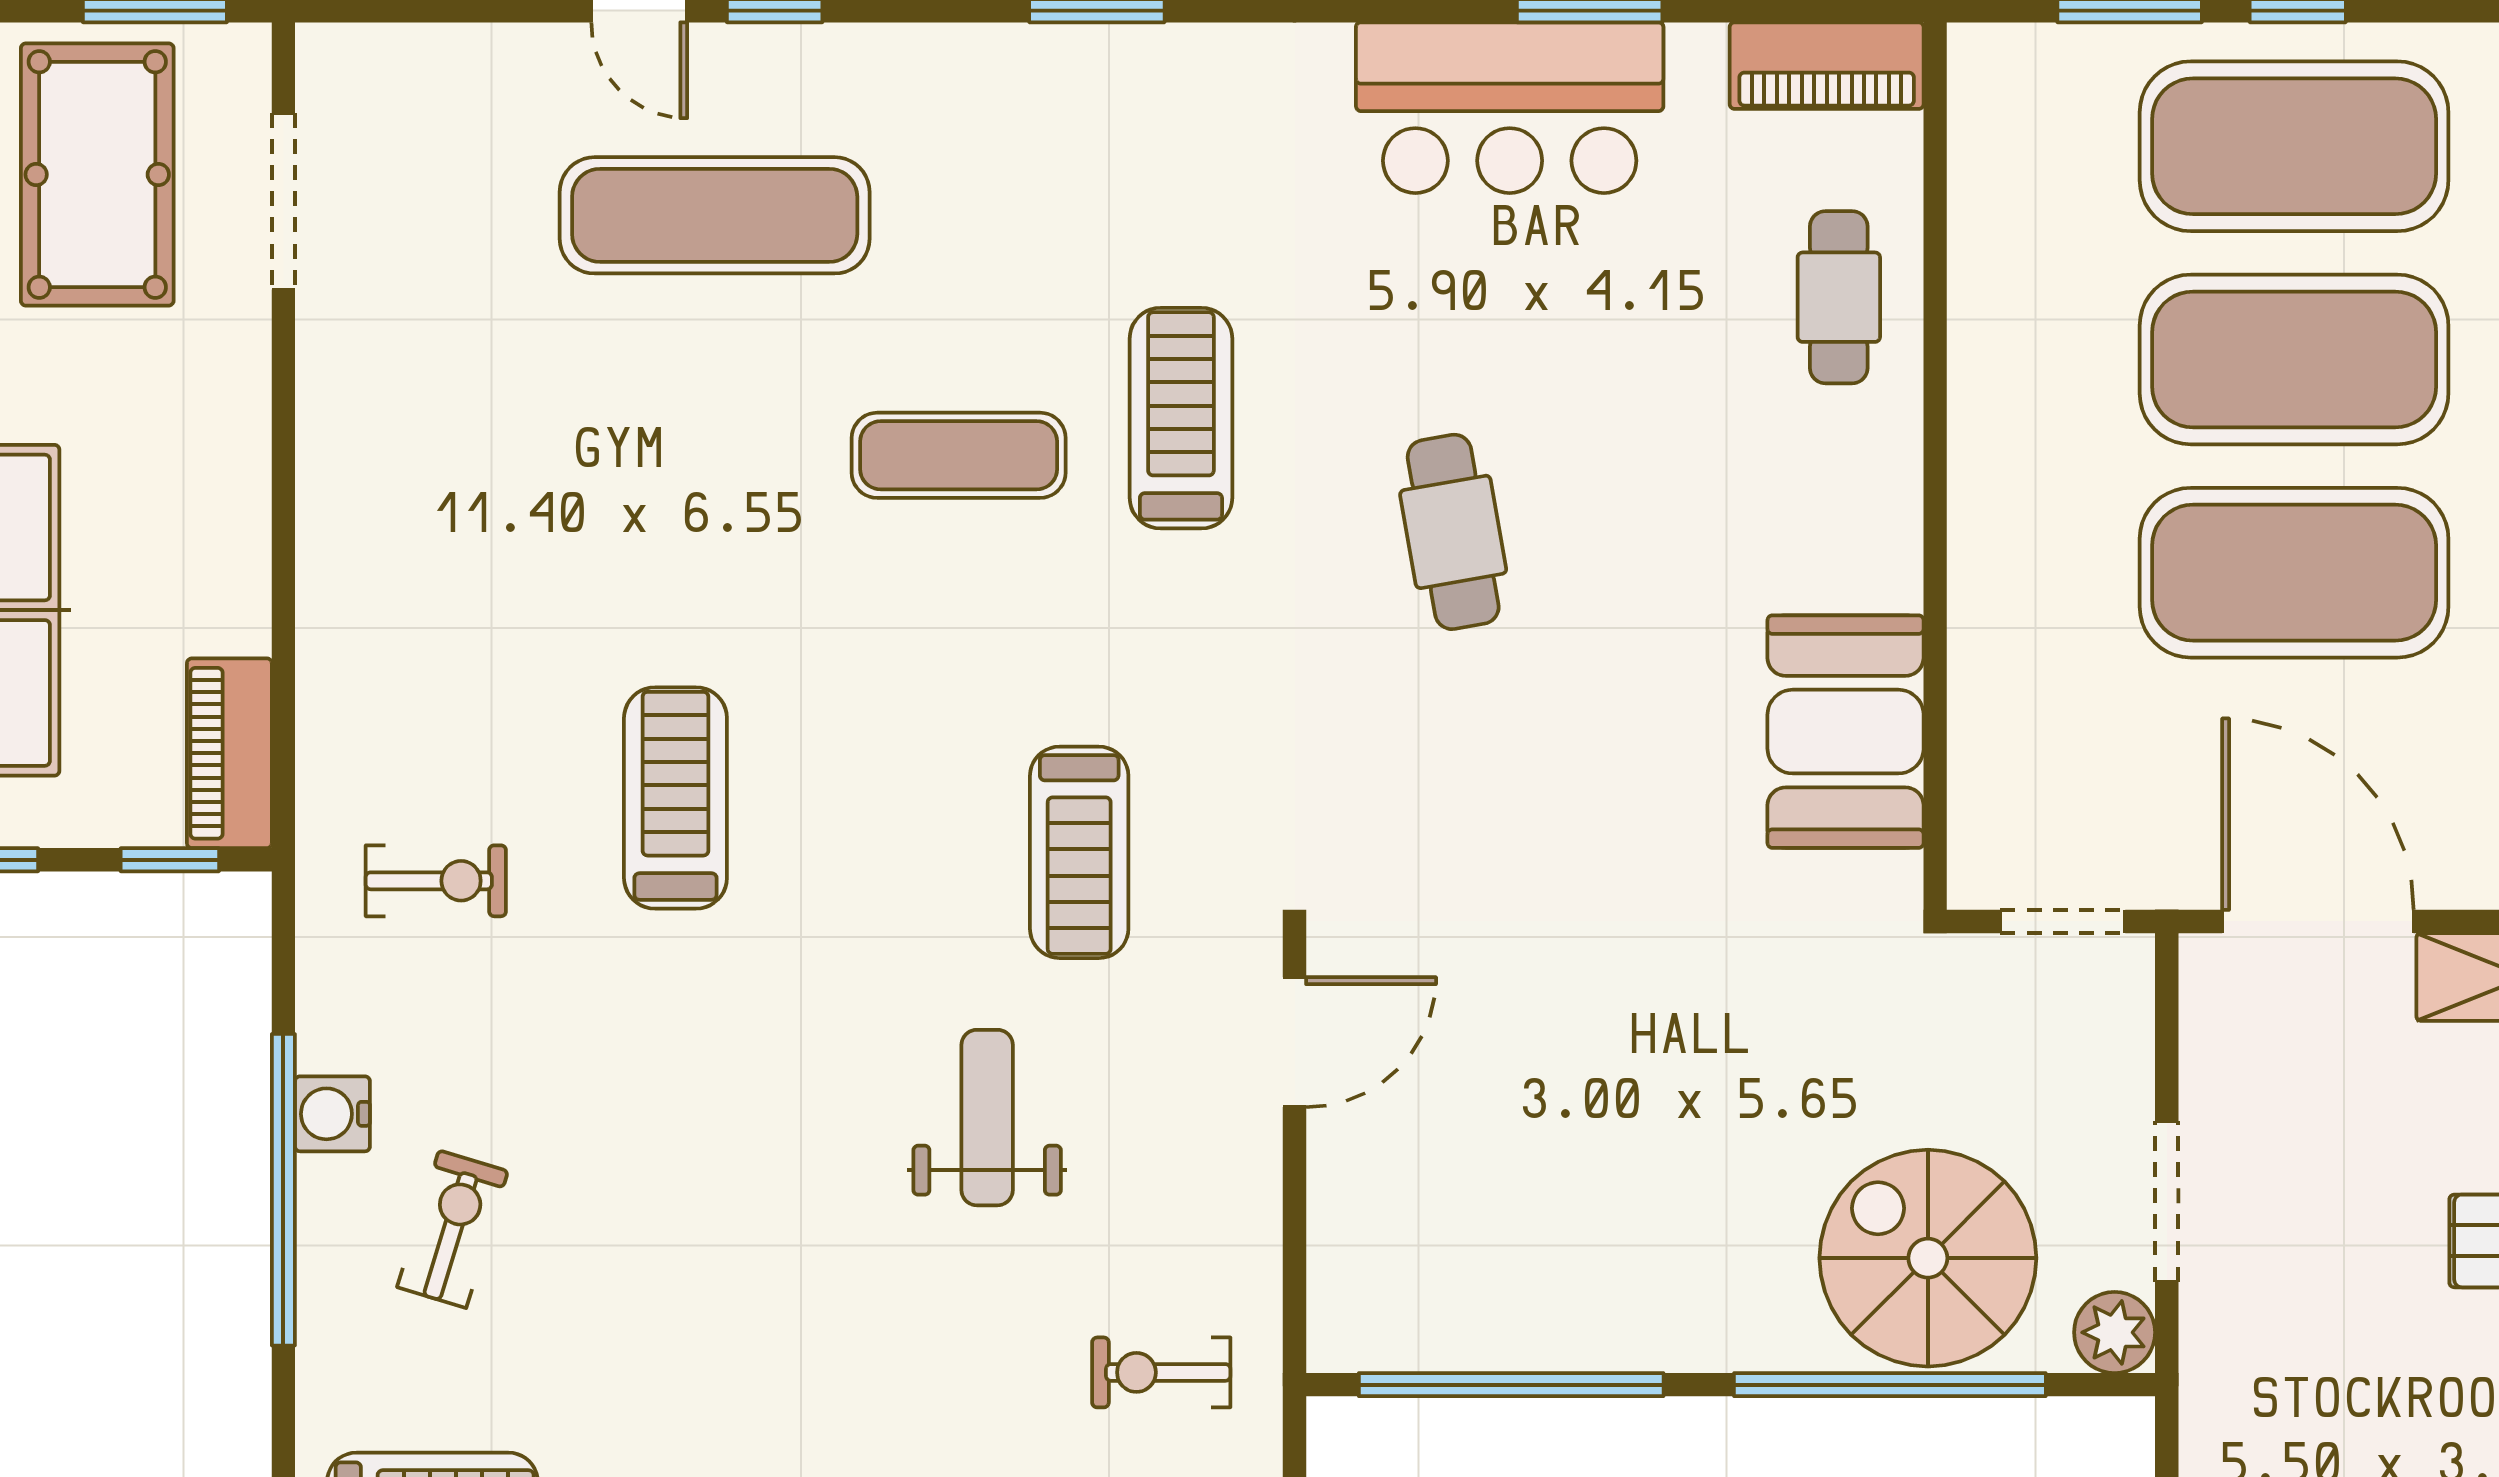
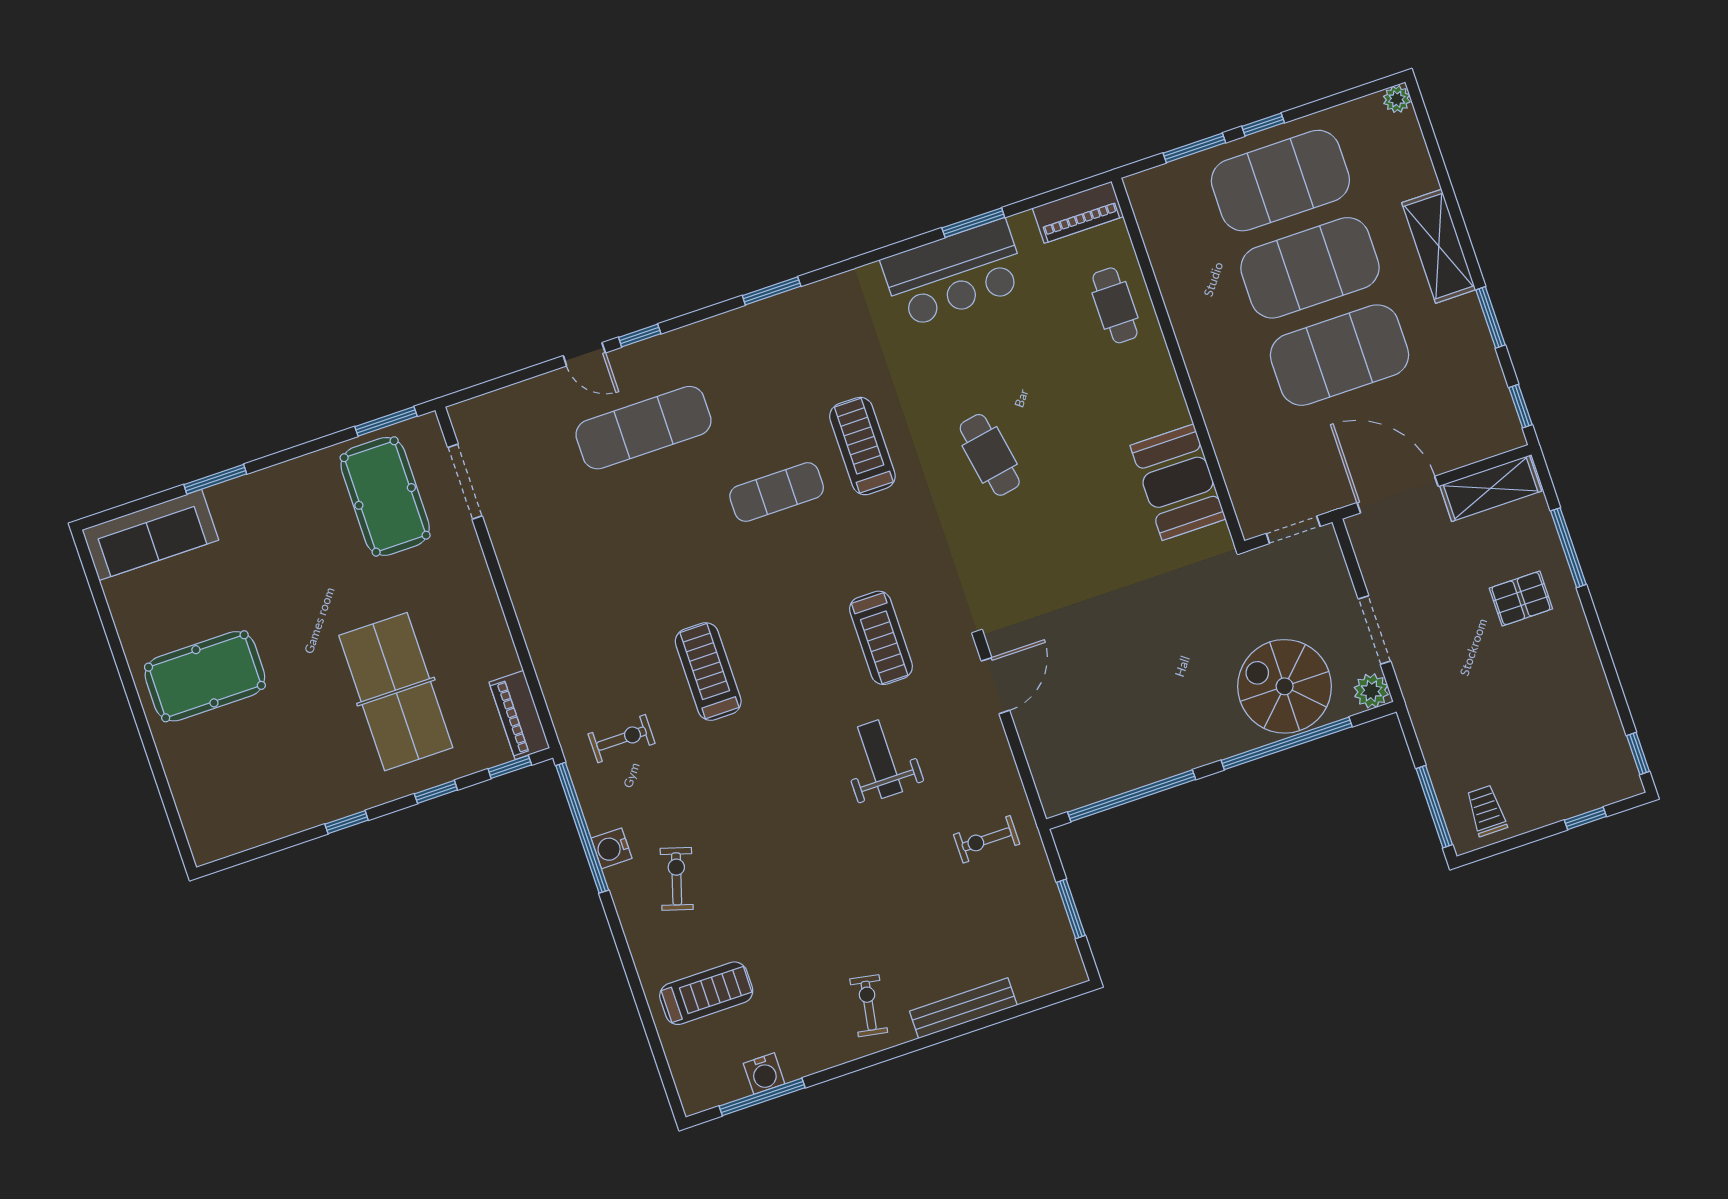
window: (283, 1190) -> (582, 828), moved

